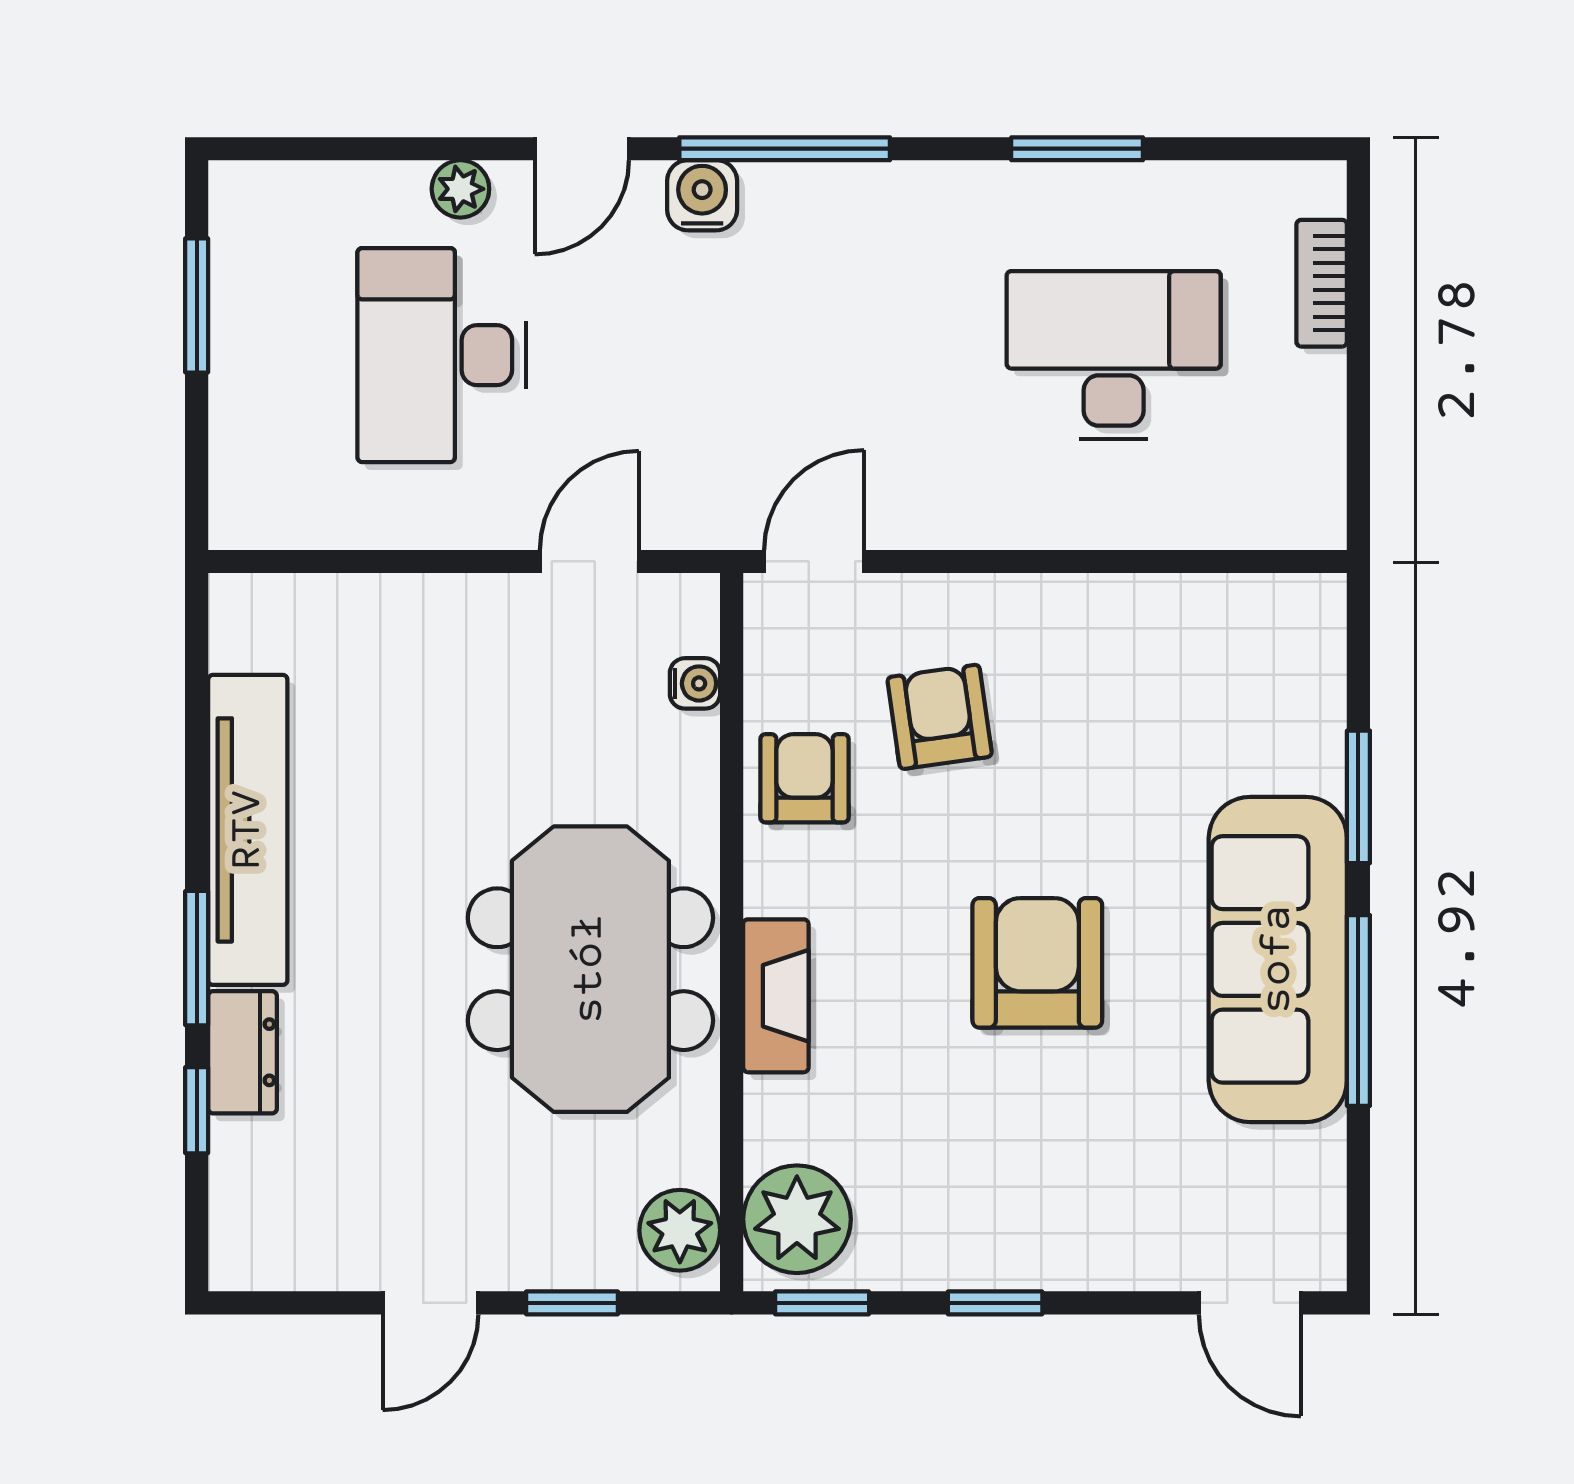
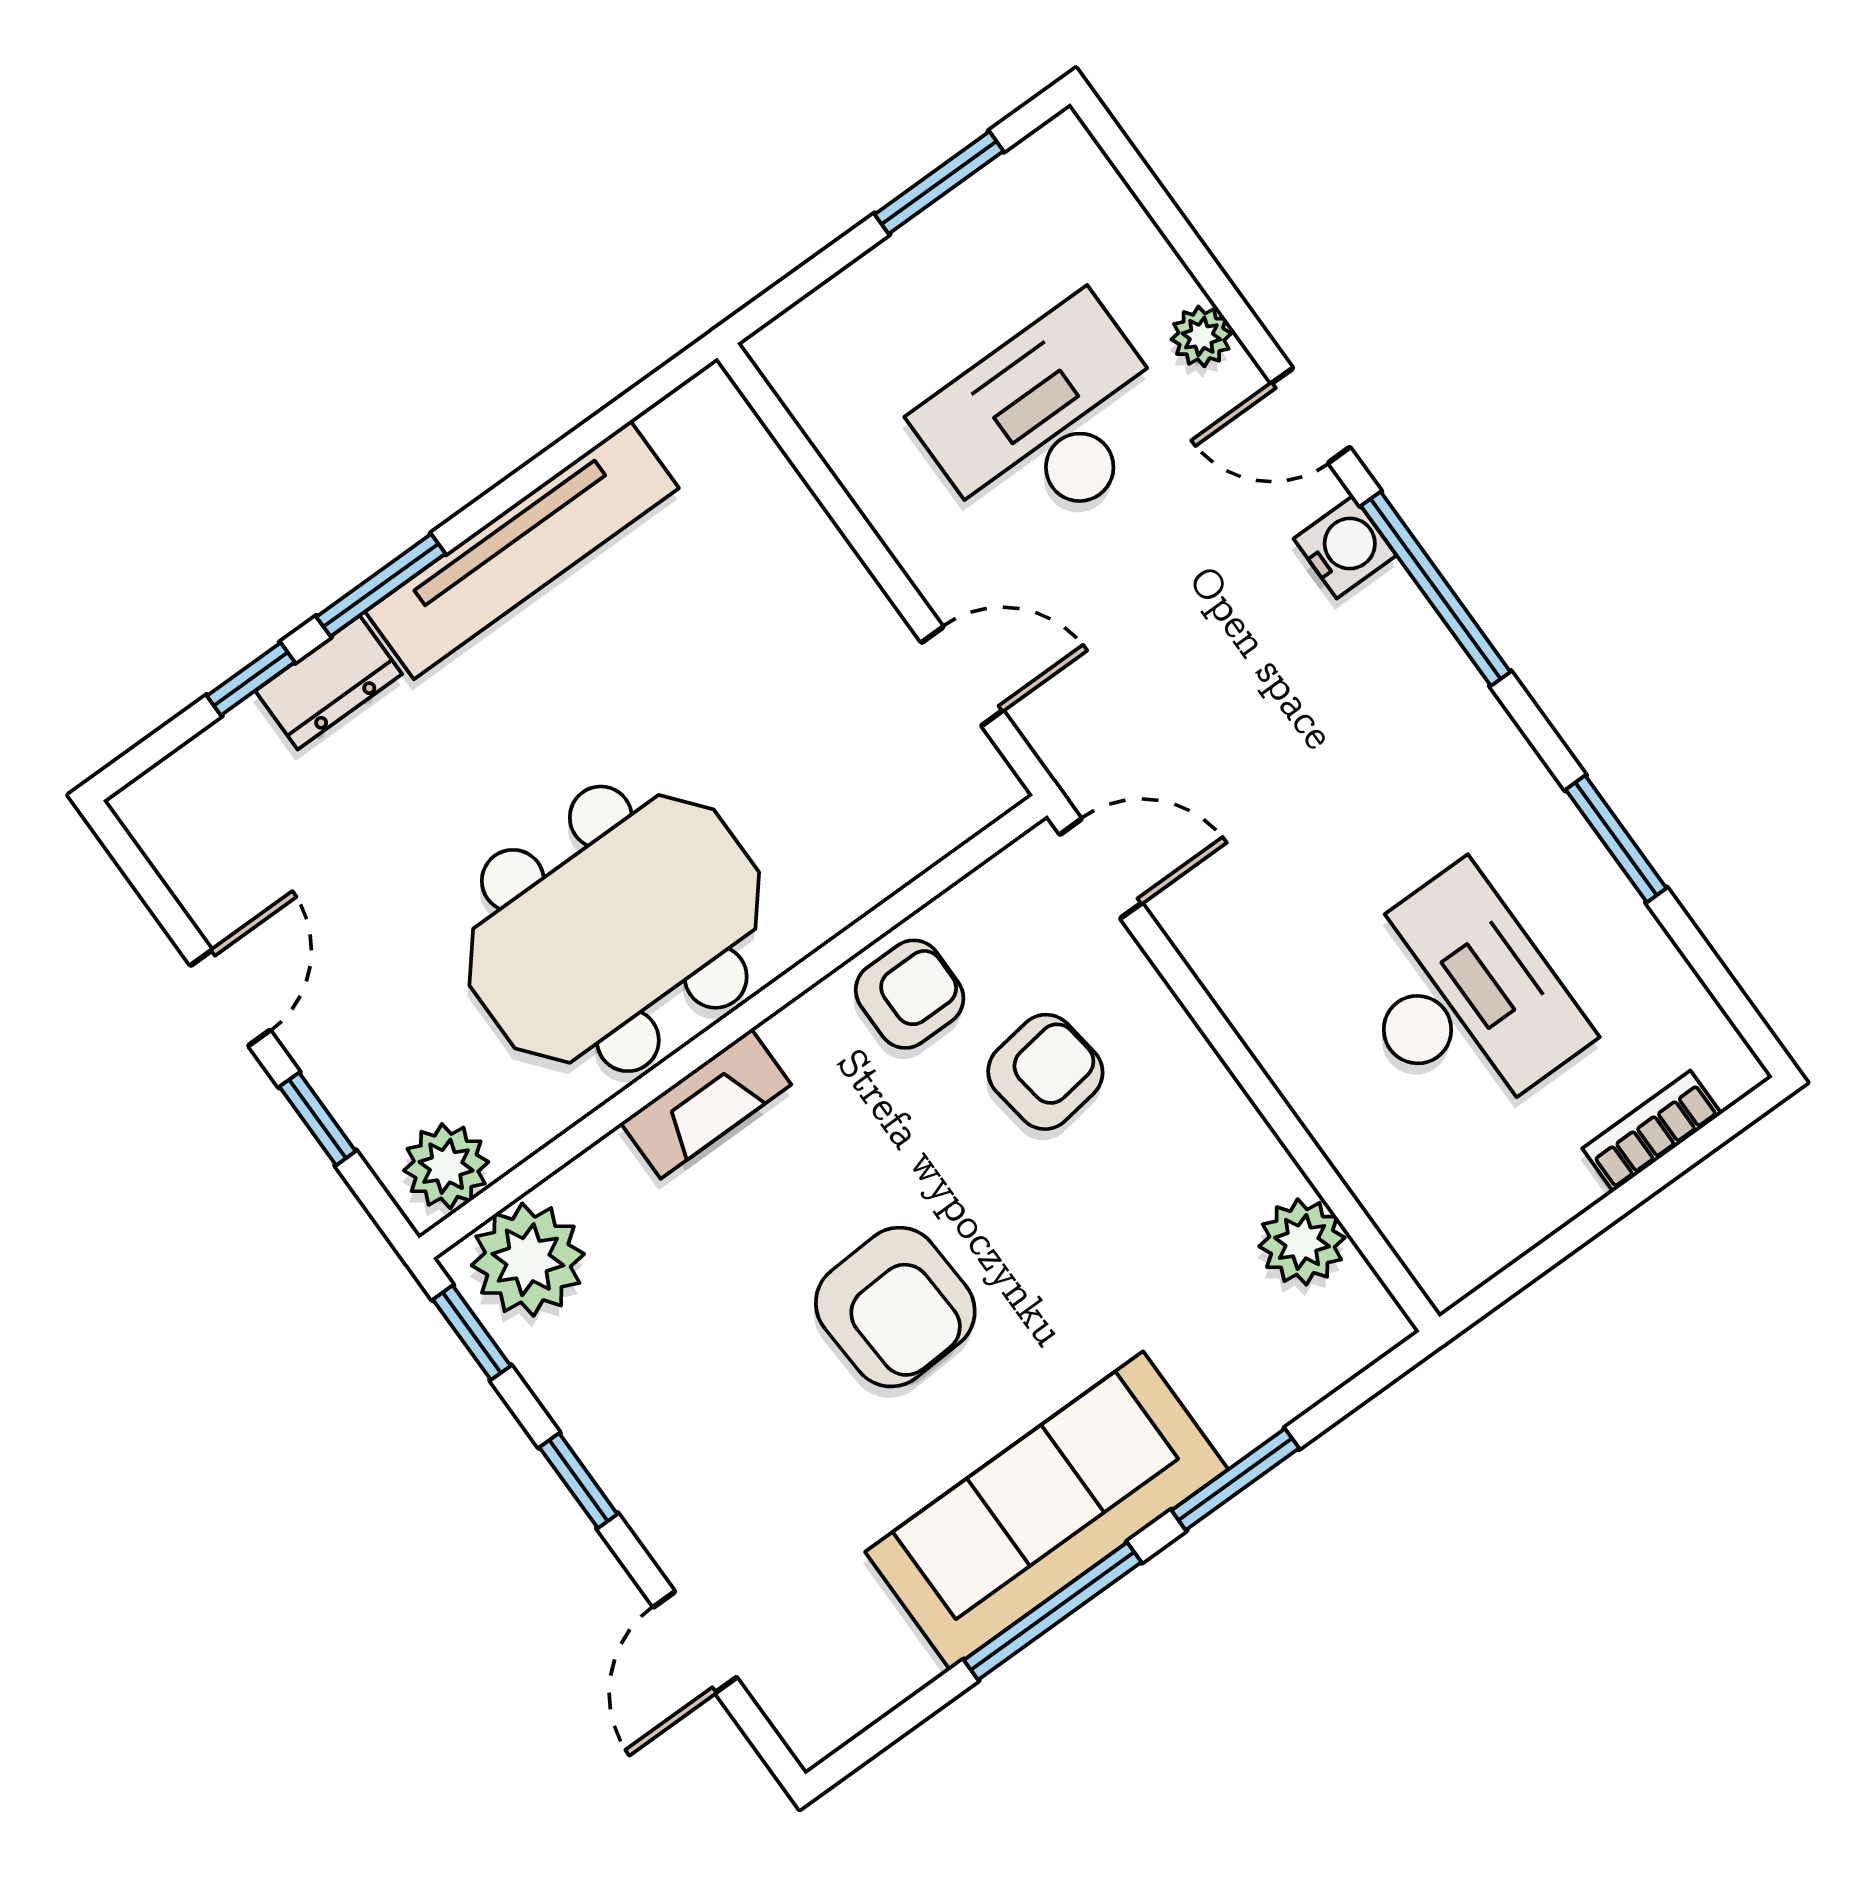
plant: (1213, 614) -> (1302, 1242), added
water cooler: (695, 683) -> (923, 842), removed
armchair: (1037, 963) -> (895, 1307), turned 87
door: (431, 1303) -> (230, 998), swing flipped
door: (1250, 1303) -> (695, 1642), moved

